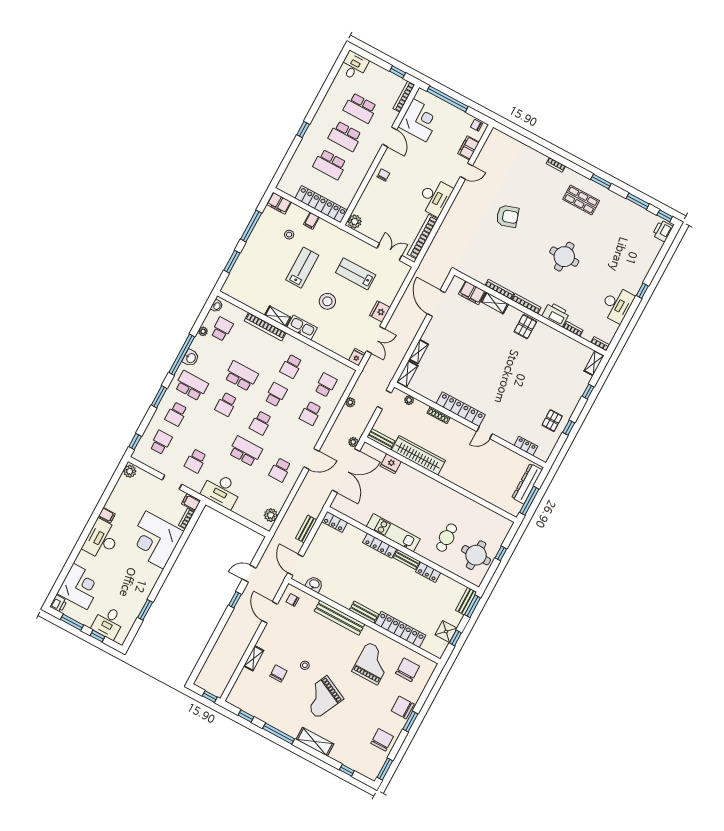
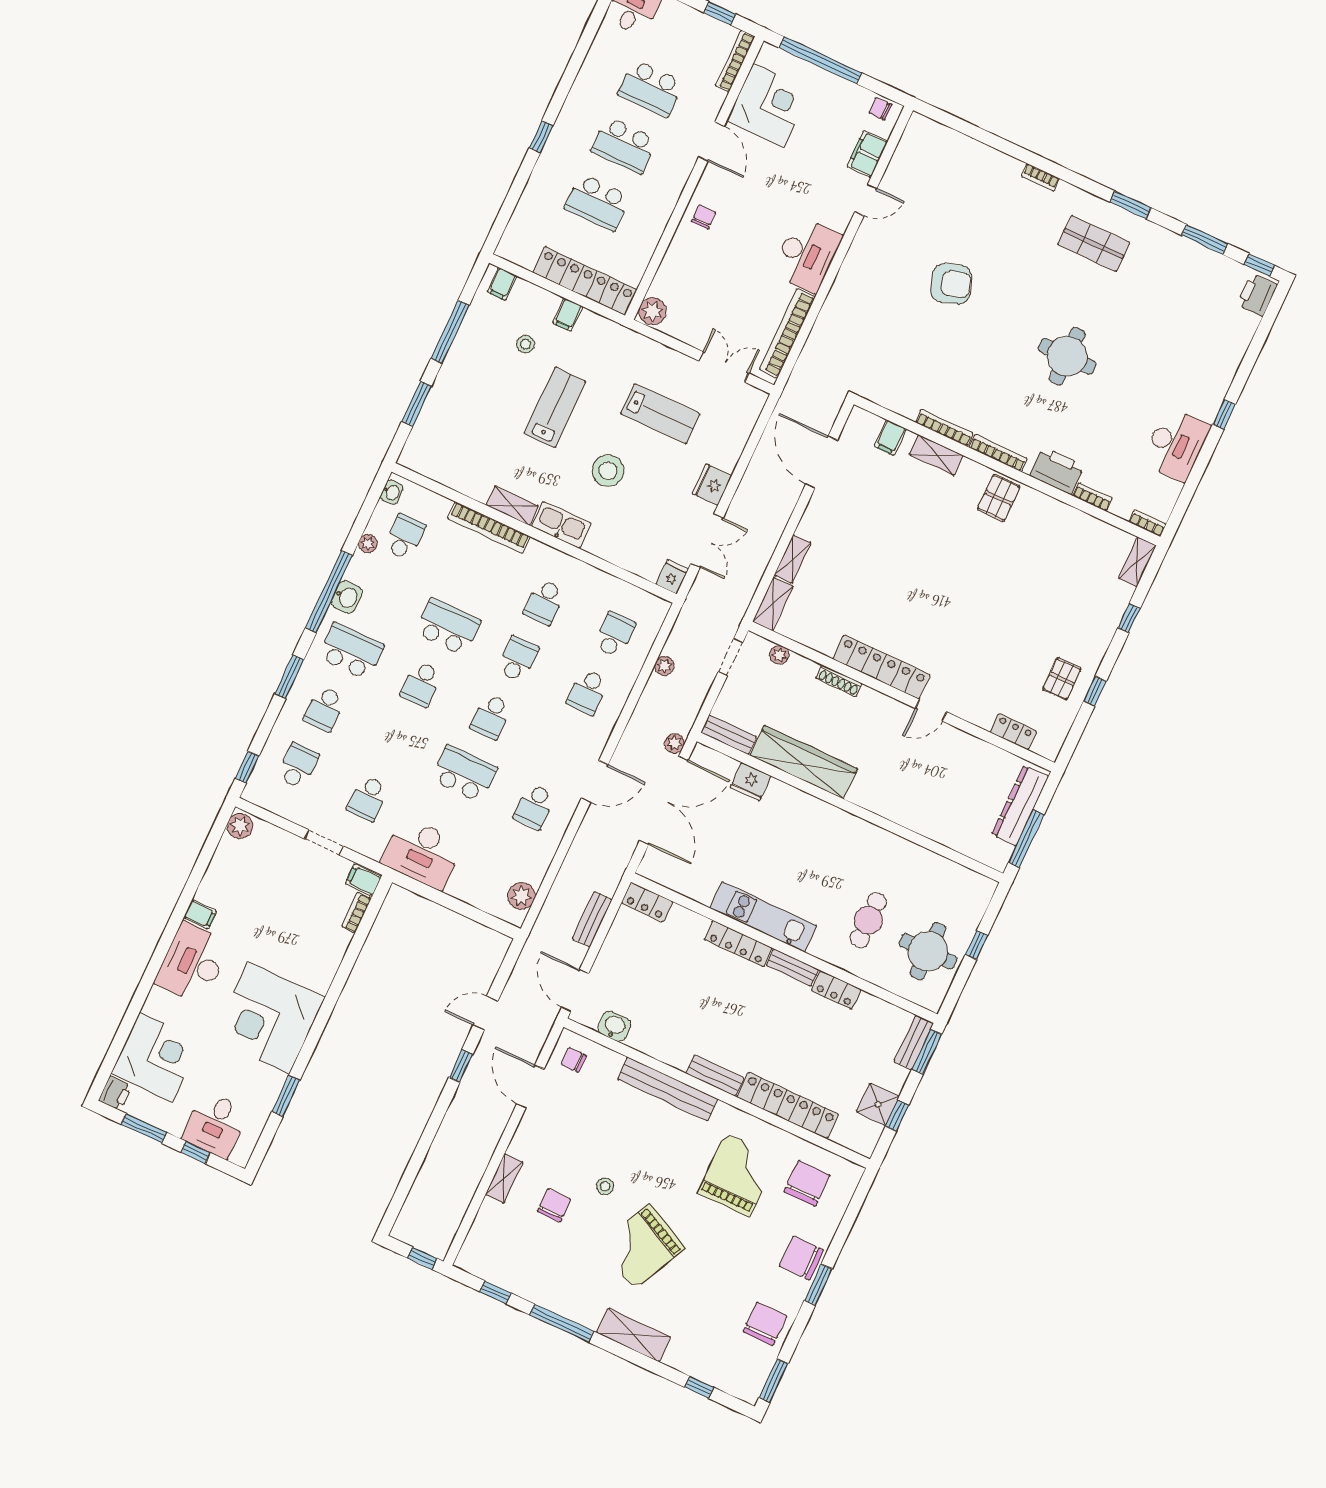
filing cabinet: (279, 203) -> (502, 284), width x0.50
lab bench: (356, 274) -> (660, 414), turned 180
filing cabinet: (472, 293) -> (890, 438), width x0.50
corner desk: (155, 540) -> (269, 1018), moved

